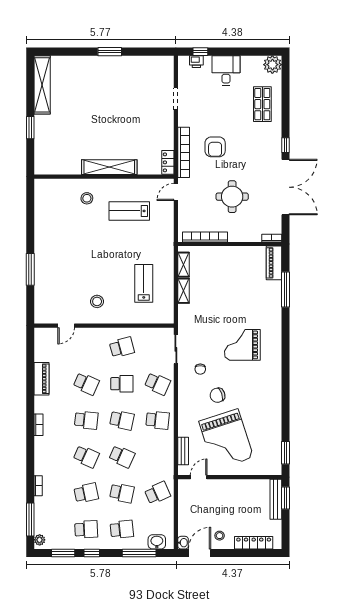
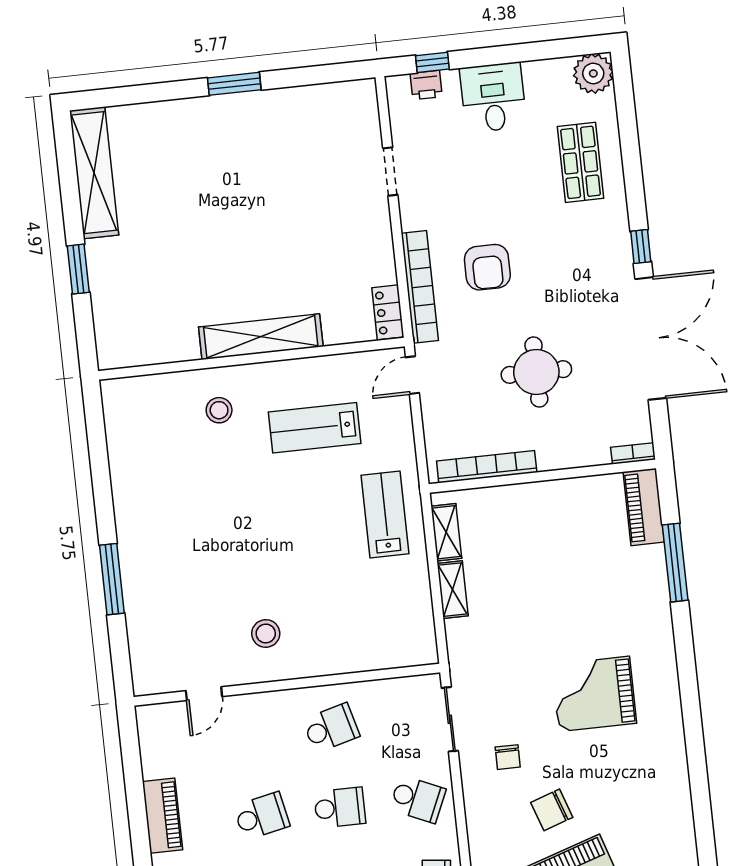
lab bench: (144, 283) -> (385, 514), moved
school desk: (86, 384) -> (262, 816), turned -36

